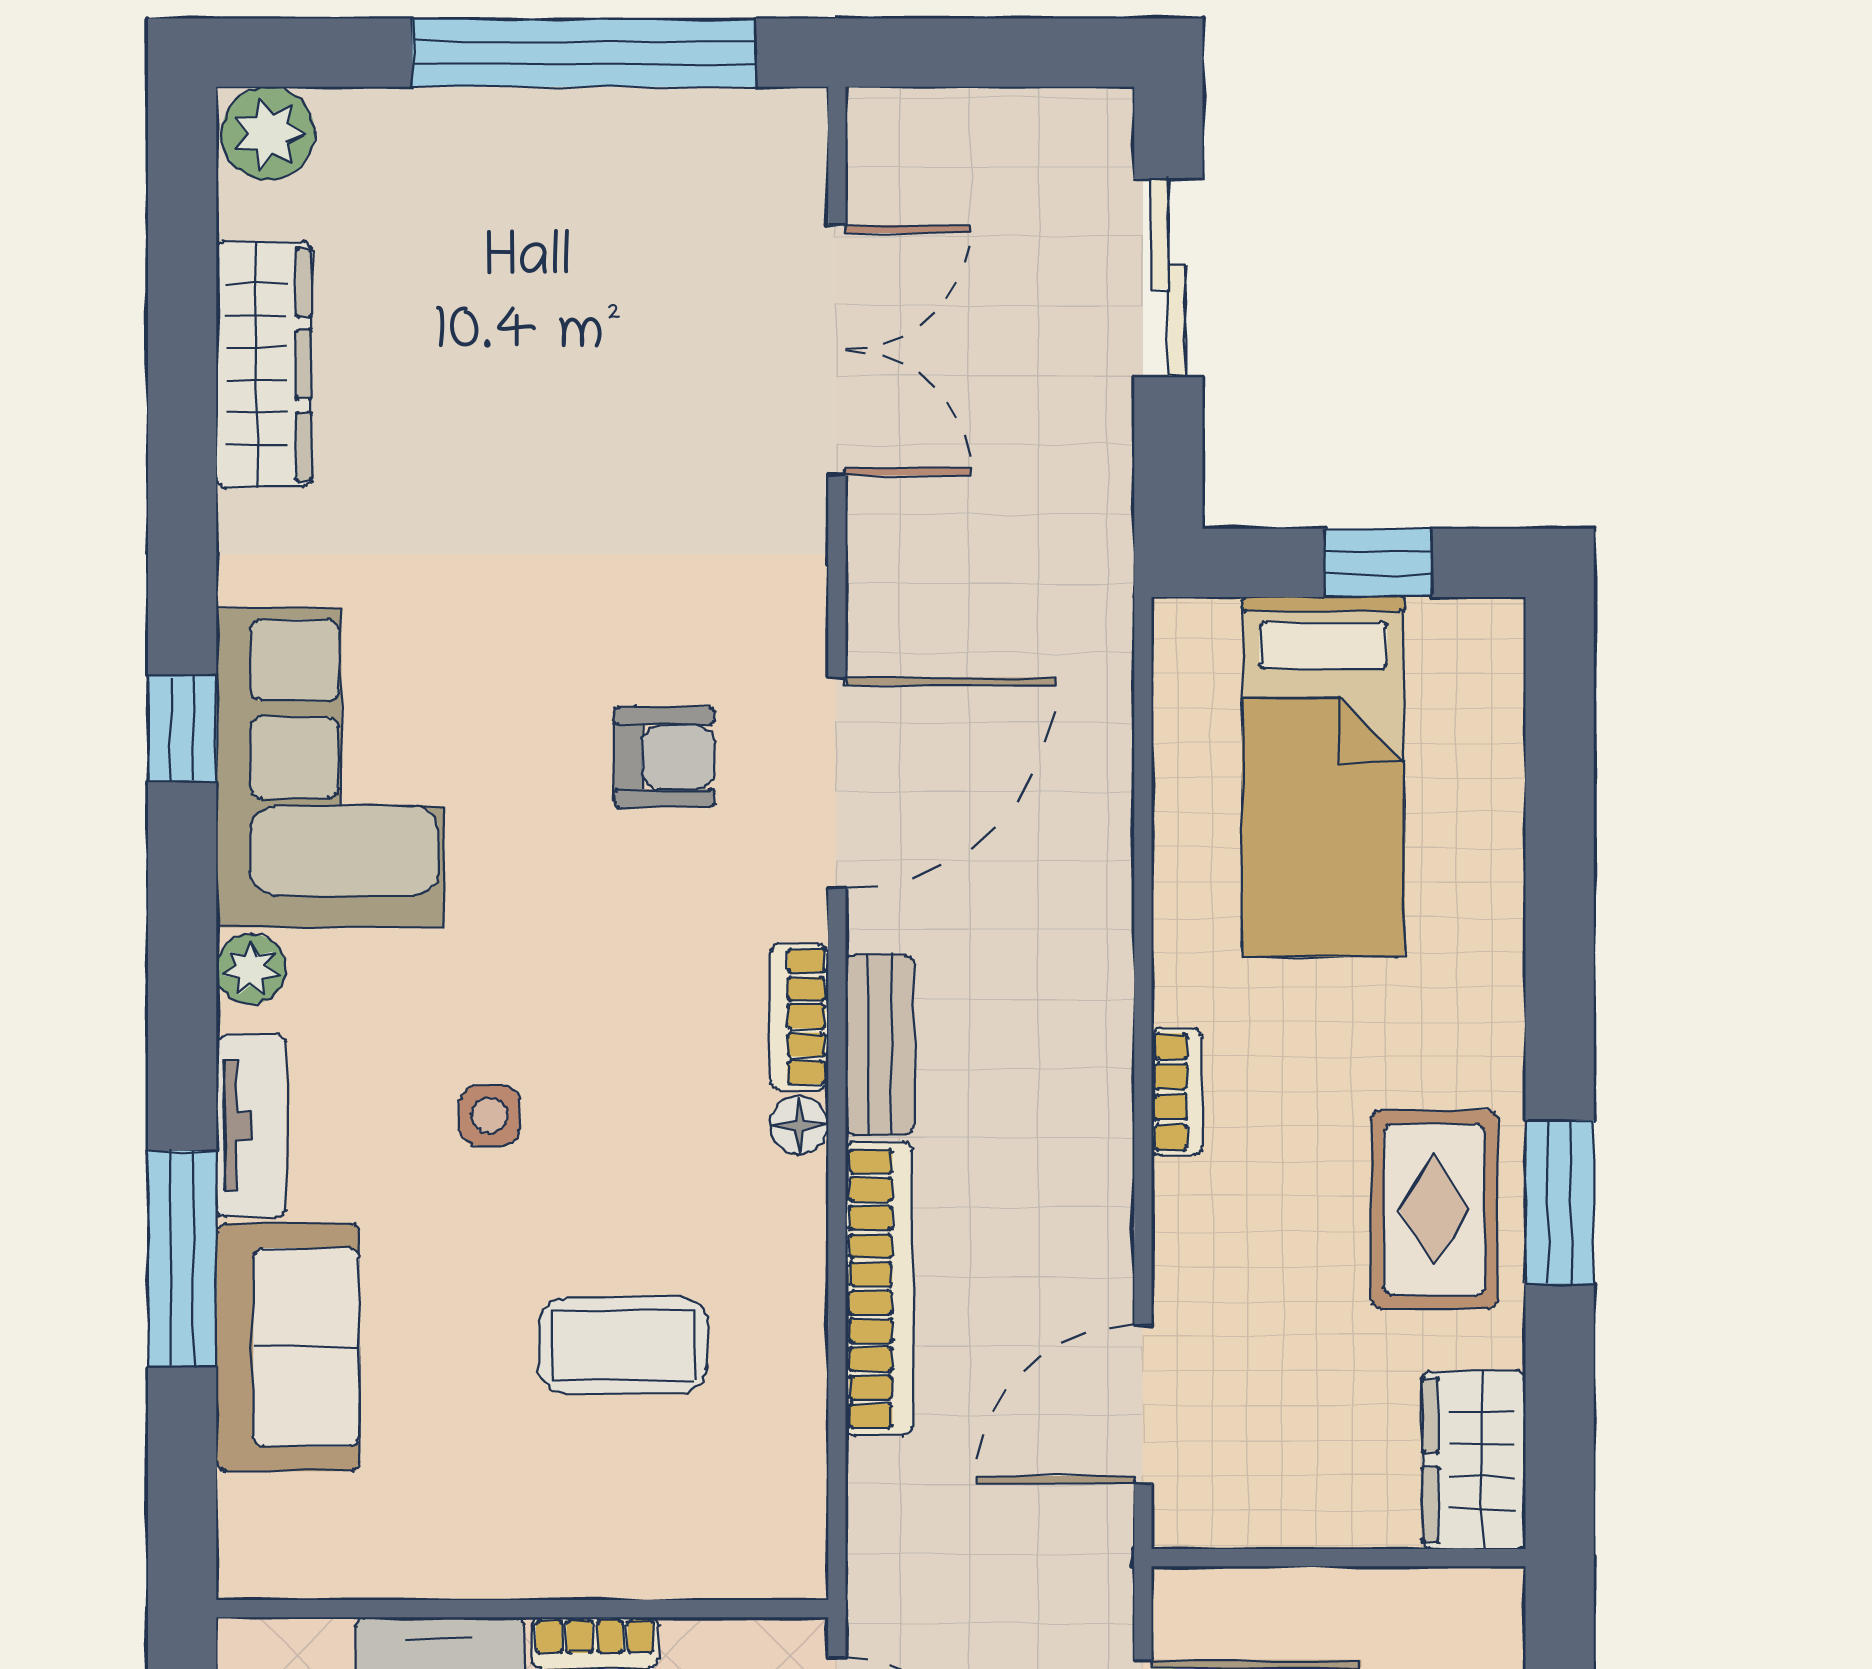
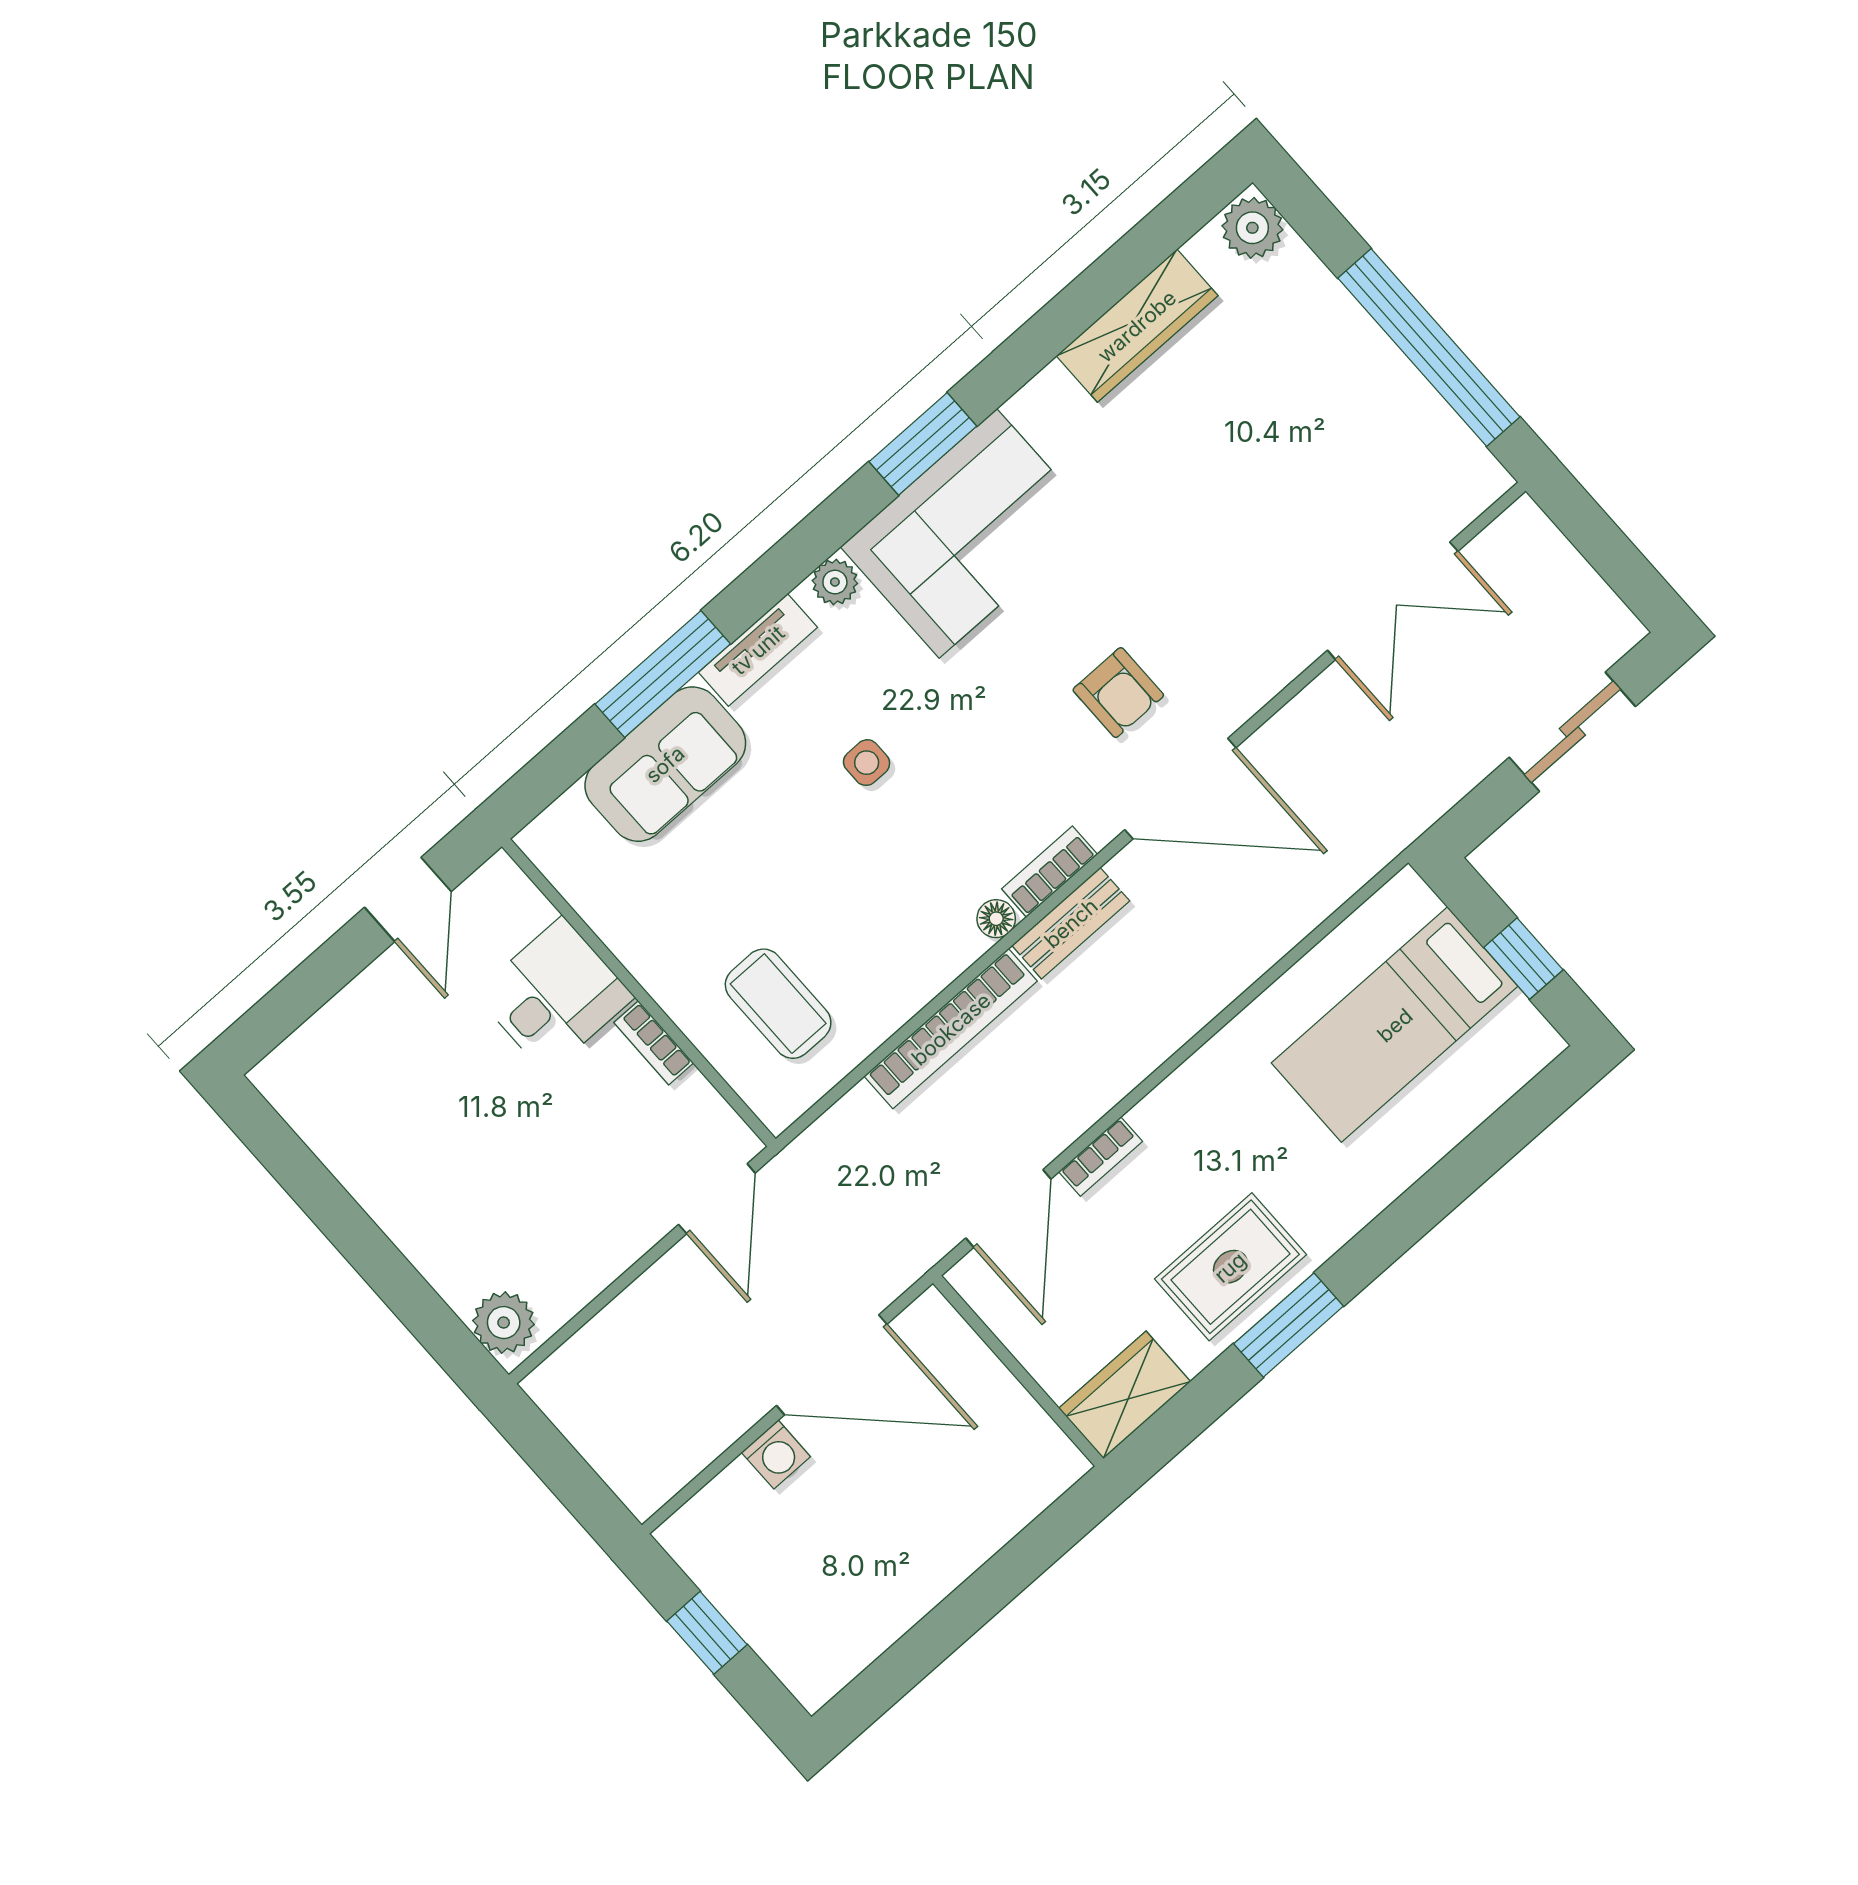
window: (182, 729) -> (923, 444), width x1.50
bookcase: (1177, 1092) -> (1101, 1157), moved
coffee table: (623, 1345) -> (778, 1004), moved
door: (1143, 1405) -> (1008, 1208), swing flipped

